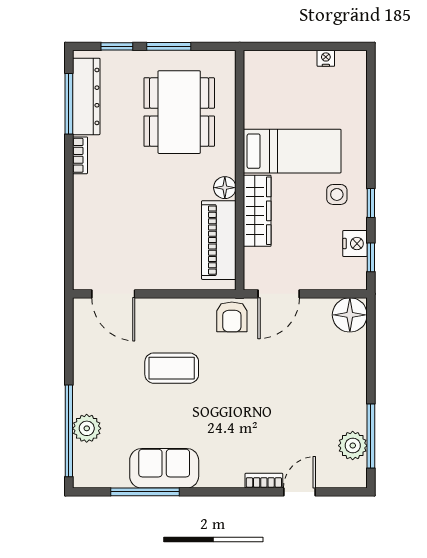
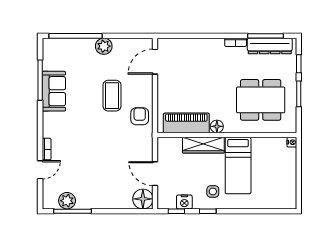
nightstand: (326, 58) -> (292, 142), moved
door: (279, 294) -> (155, 174), moved
armchair: (232, 317) -> (140, 116), moved, turned 90
plant: (87, 428) -> (104, 46), moved
door: (299, 492) -> (40, 170), hinge flipped

